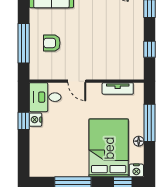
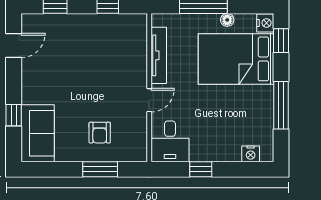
window: (24, 43) -> (100, 169), width x0.69
tv unit: (118, 88) -> (159, 55), width x1.41
nightstand: (36, 120) -> (251, 154), moved

